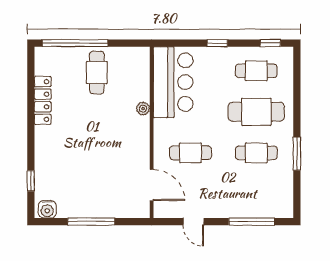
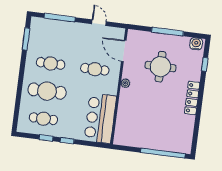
window: (270, 43) -> (46, 138), moved
cafe table: (97, 73) -> (151, 131), removed
locker: (43, 100) -> (192, 98), moved
plant: (143, 109) -> (125, 83), moved
window: (297, 154) -> (26, 39), moved
round table: (95, 169) -> (160, 67), added

